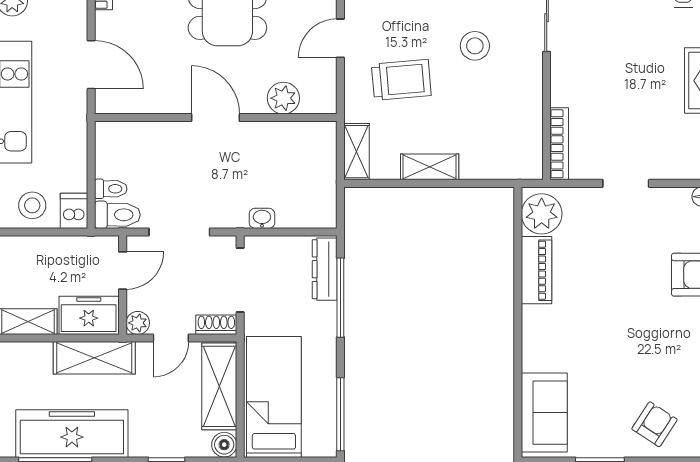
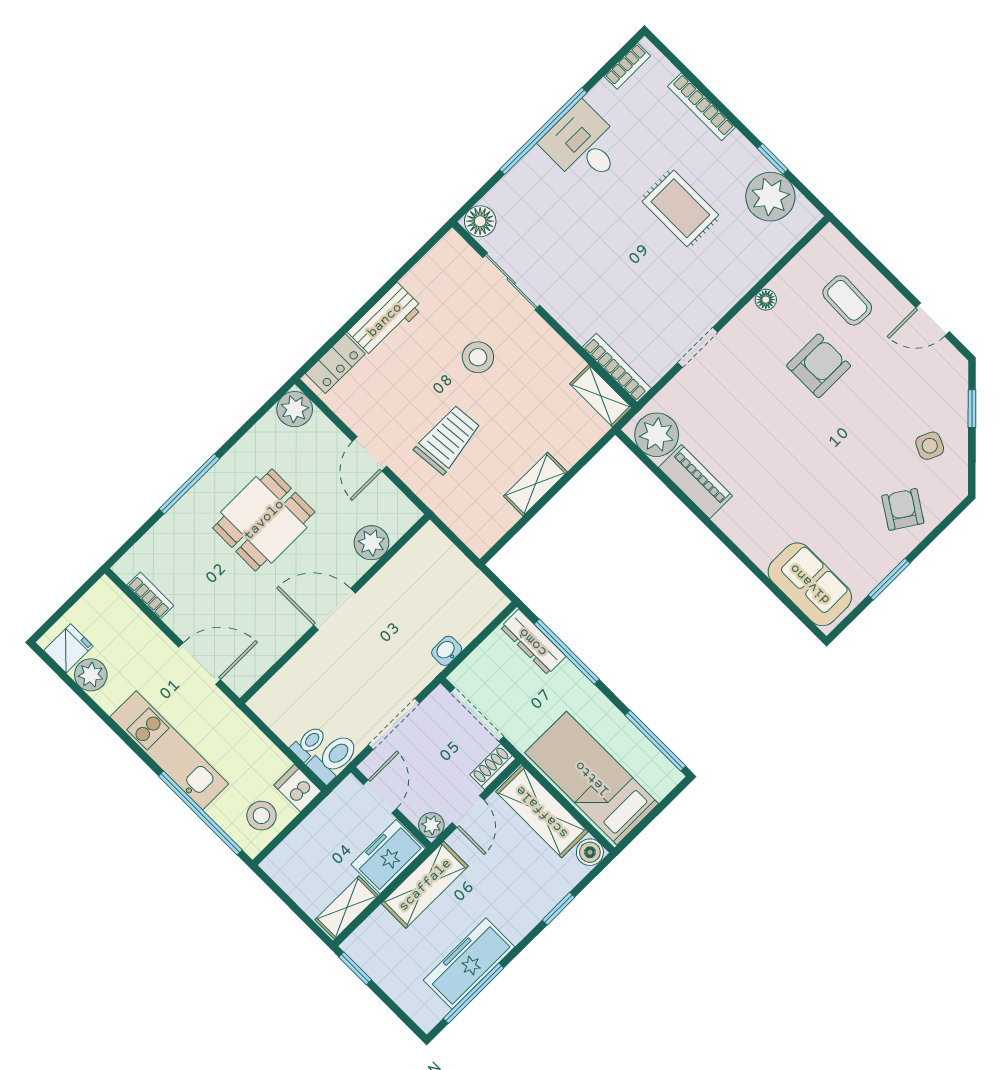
shelving: (356, 152) -> (601, 396), moved
freezer: (72, 434) -> (469, 963), width x0.73, depth x0.79

